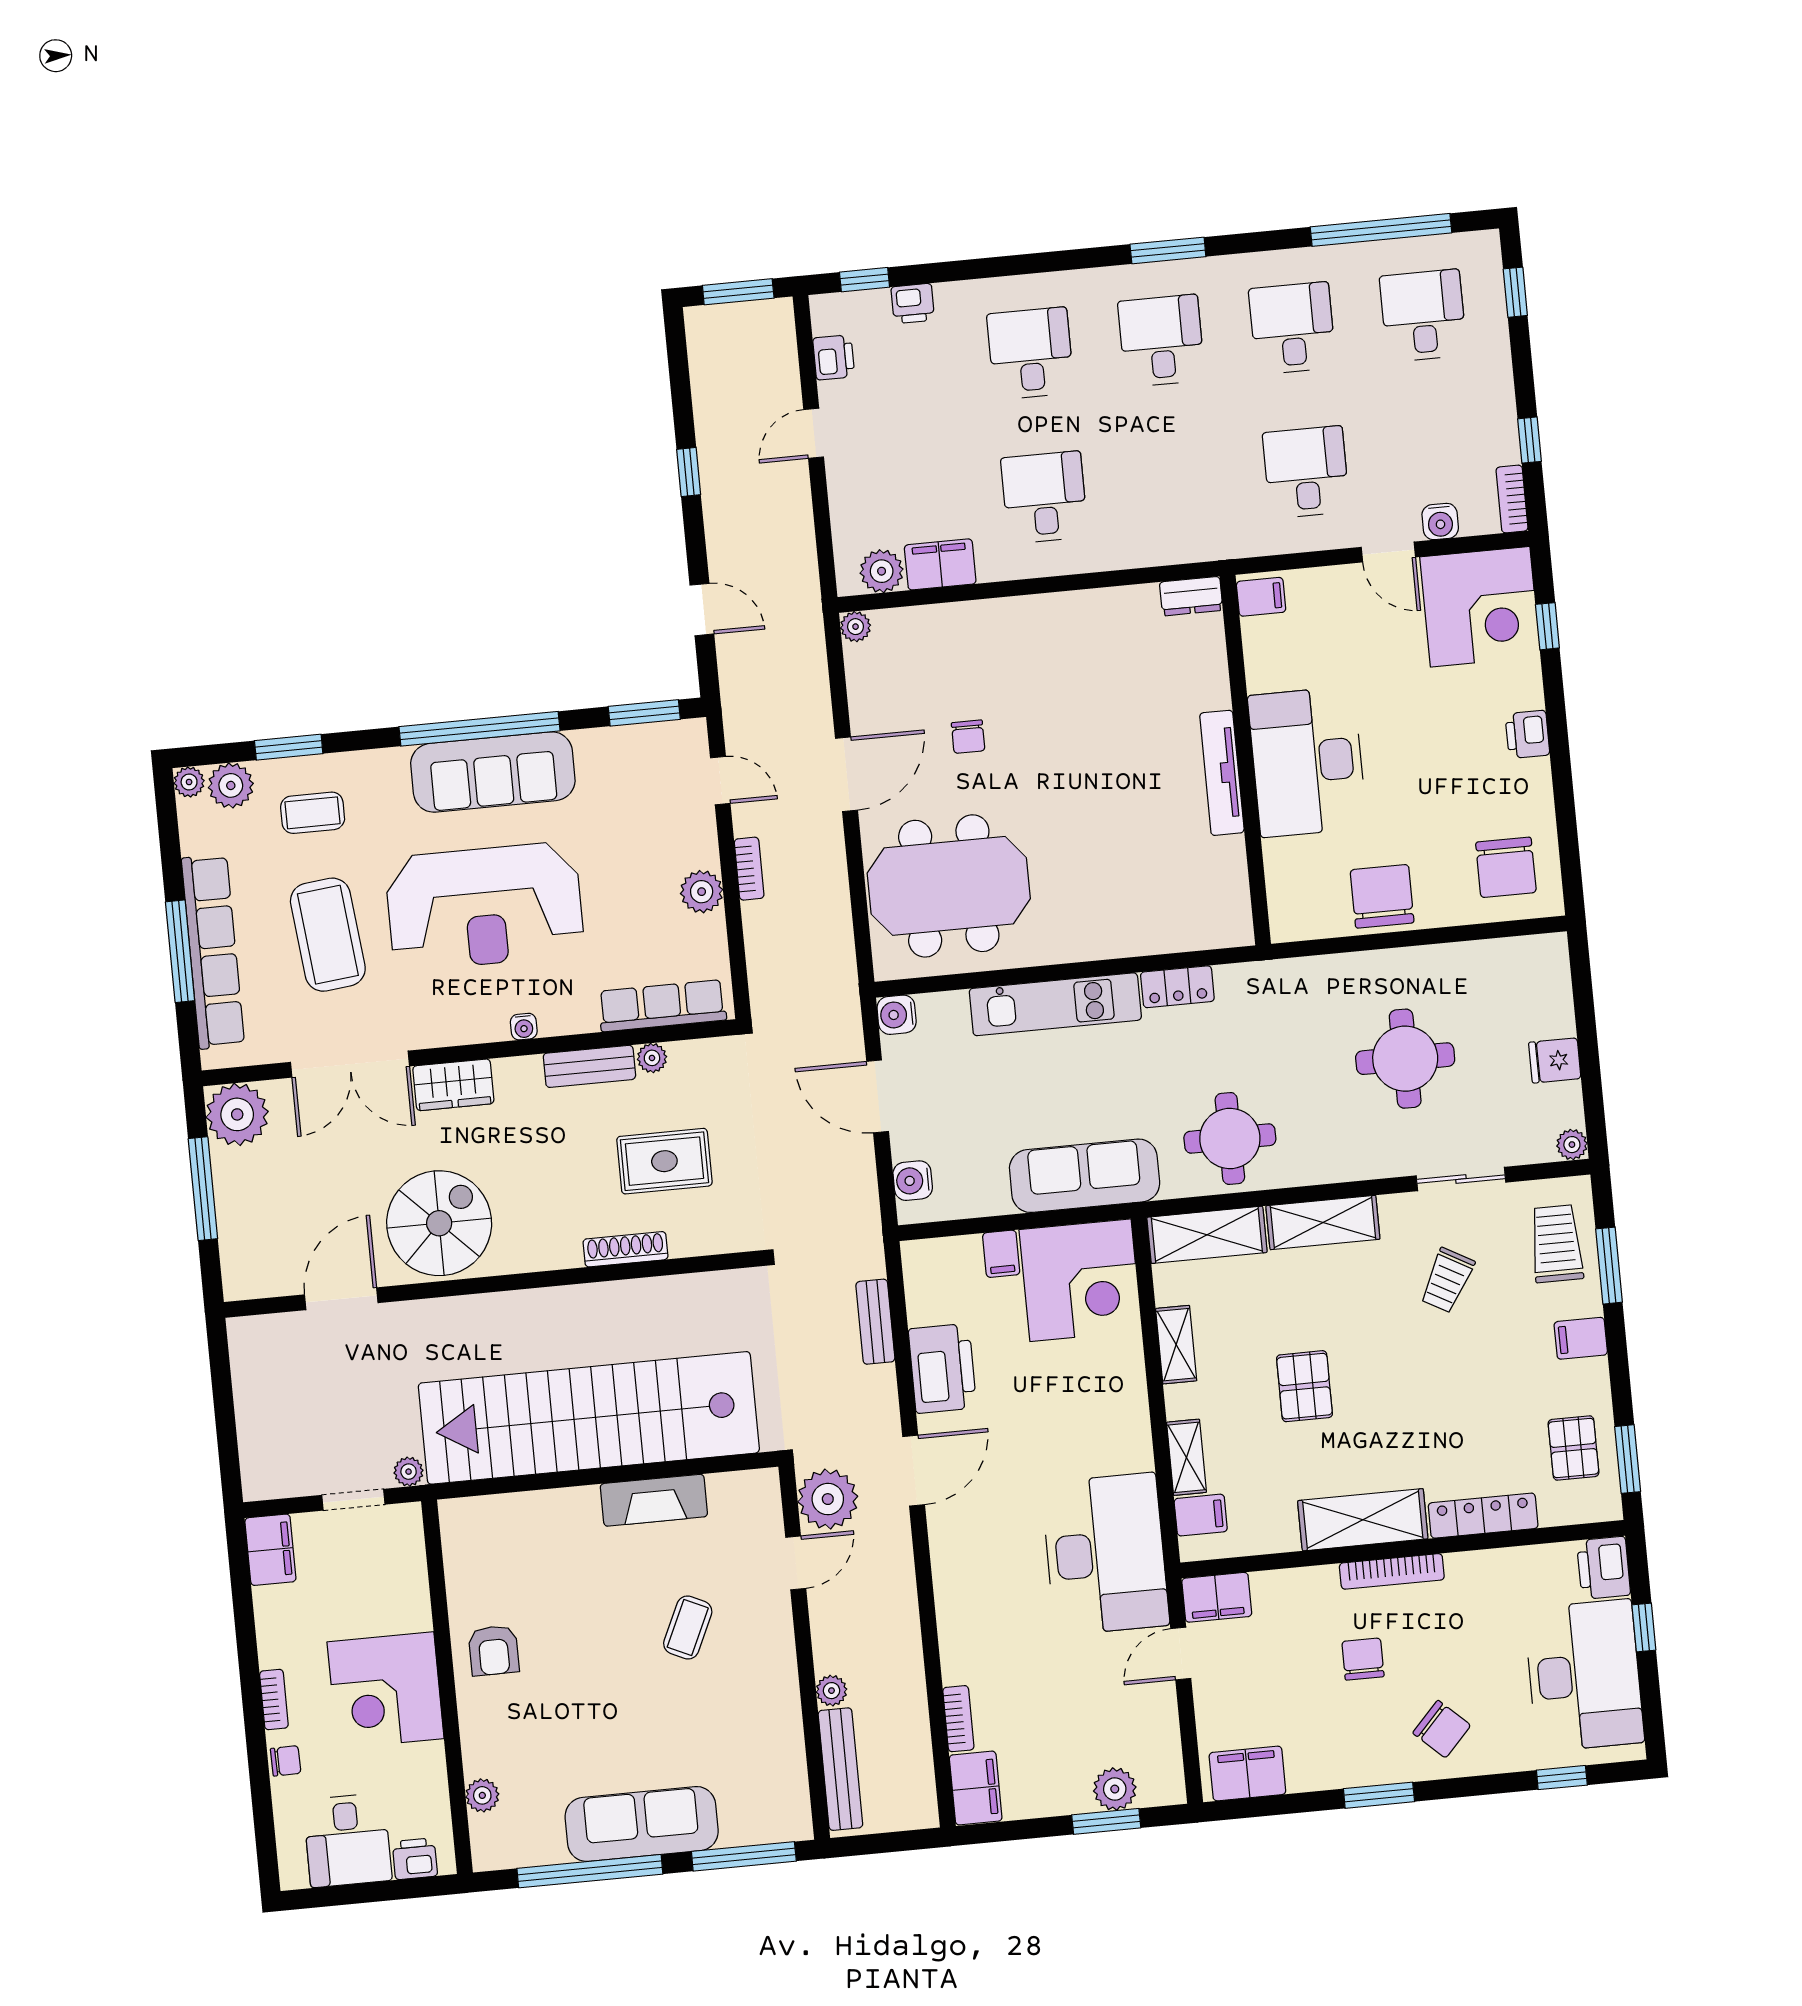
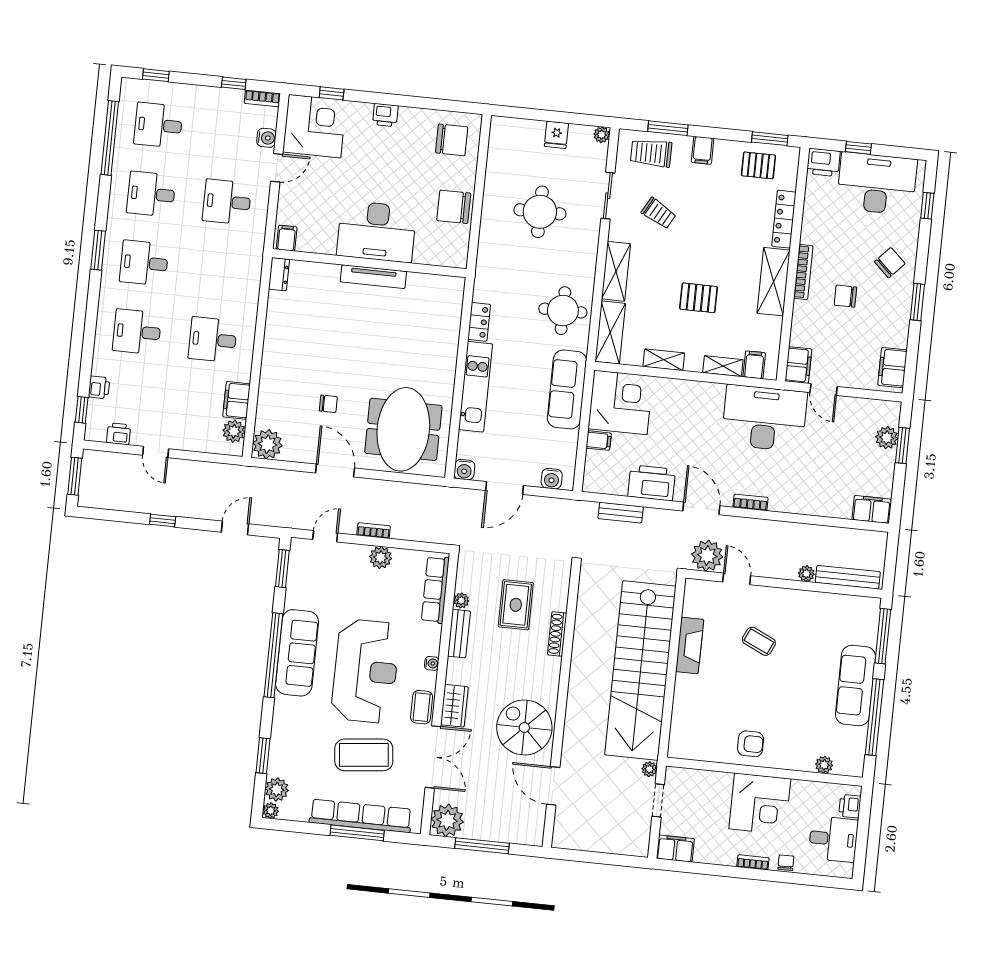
plant: (856, 627) -> (267, 444), width x1.87, depth x1.87
coffee table: (313, 813) -> (422, 707), moved
bookcase: (958, 1719) -> (751, 502), moved

